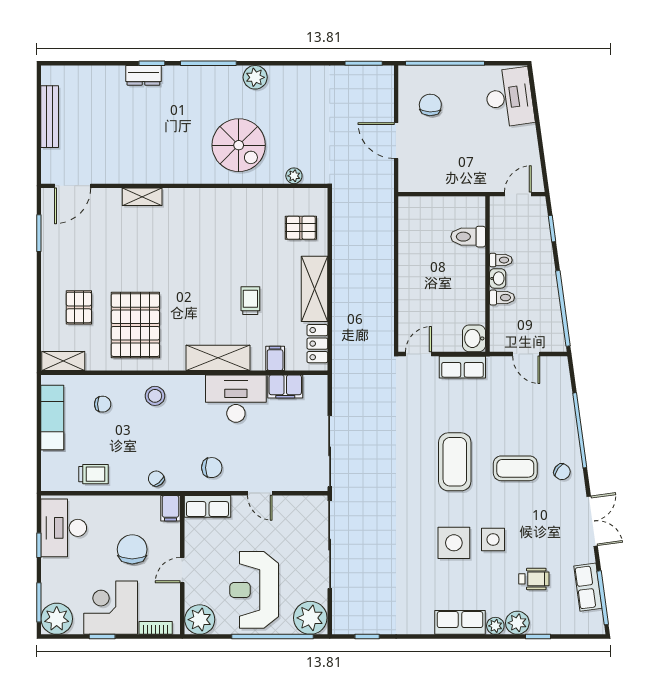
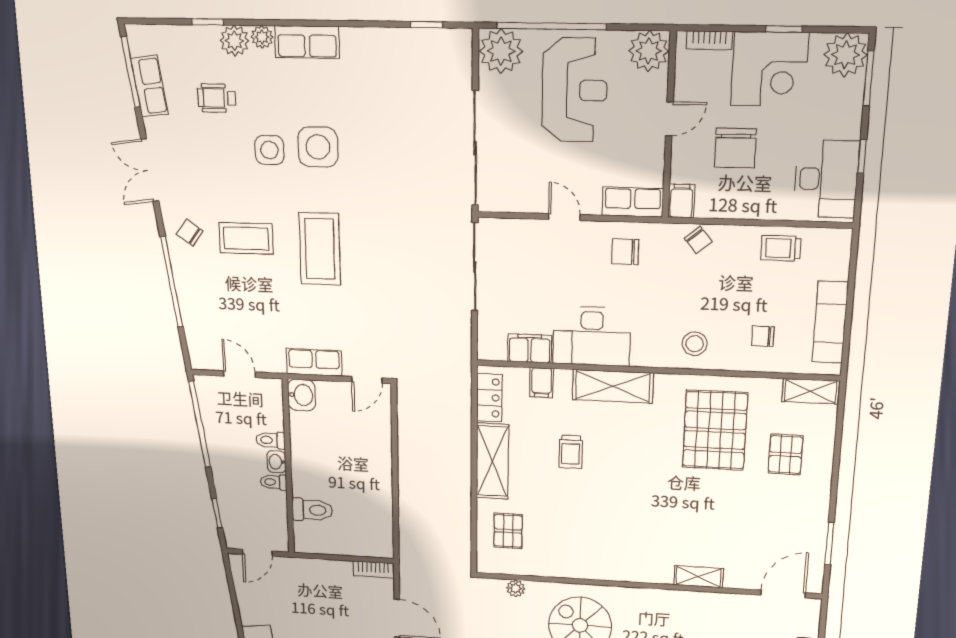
bookcase: (416, 185) -> (373, 569), added
pallet: (301, 228) -> (508, 531), turned 90

